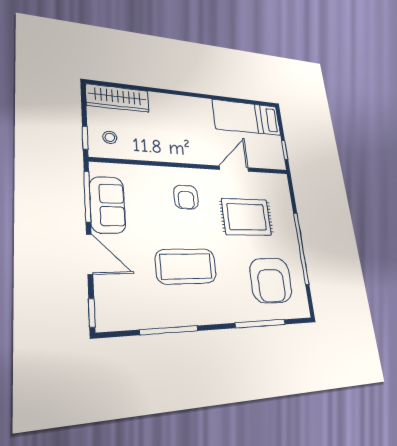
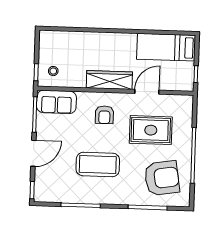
wardrobe: (118, 98) -> (109, 80), moved, turned 180
sofa: (108, 205) -> (56, 102), moved, turned 90
door: (90, 254) -> (33, 153), hinge flipped
armchair: (271, 280) -> (162, 178), turned -99

